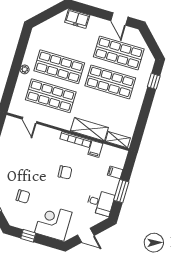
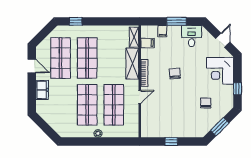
freezer: (77, 19) -> (42, 90), moved
door: (119, 19) -> (32, 66), hinge flipped
door: (30, 120) -> (140, 97), moved
filing cabinet: (95, 149) -> (147, 43), moved

